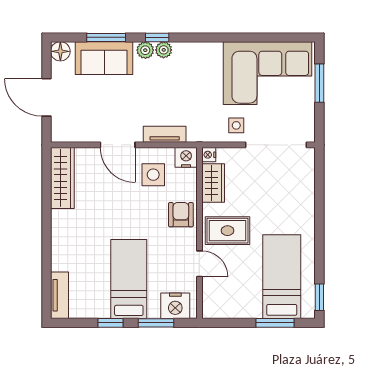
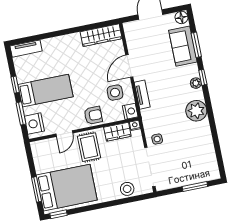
plant: (145, 50) -> (196, 111), moved, width x1.88, depth x1.88
corner sofa: (267, 73) -> (194, 152), removed
stool: (302, 186) -> (127, 189), added
bed: (282, 277) -> (67, 188), width x1.50

